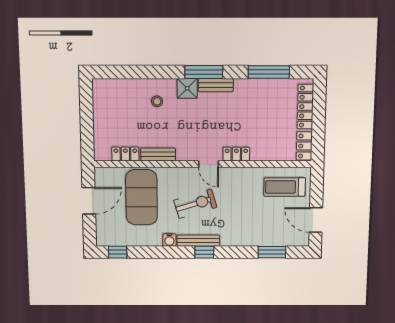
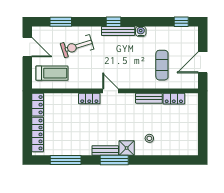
exercise mat: (142, 197) -> (162, 65), width x0.50, depth x0.69
exercise bike: (195, 204) -> (77, 46), moved

